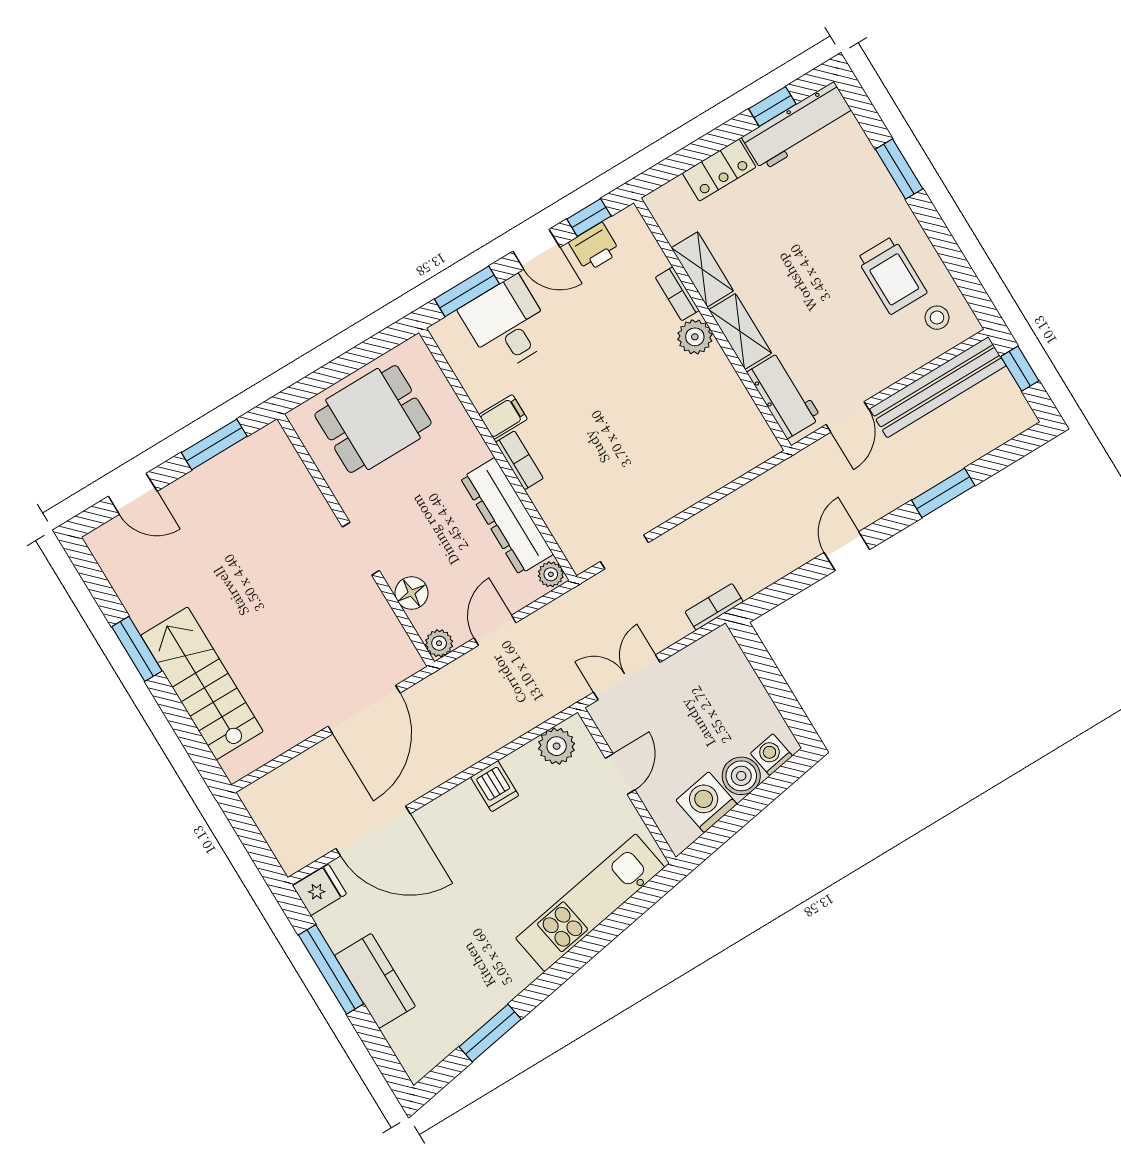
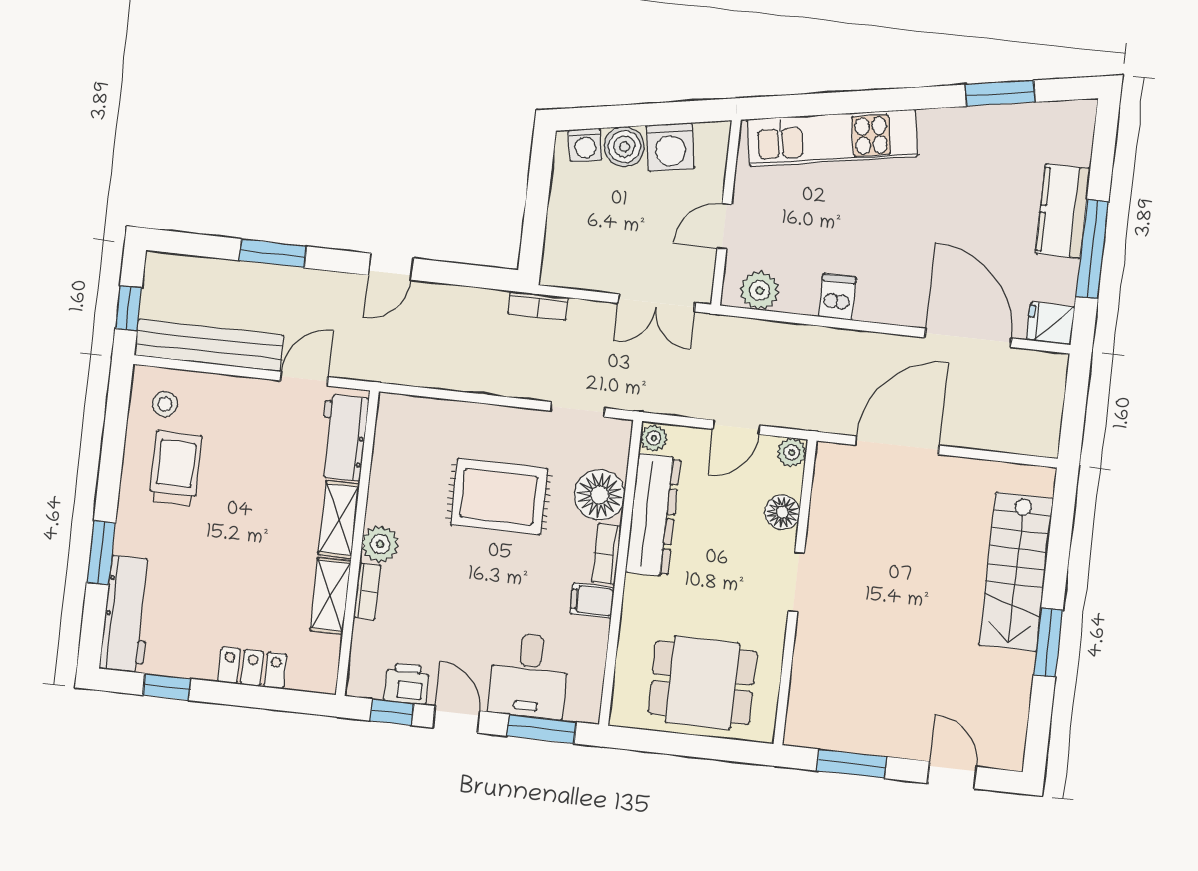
workbench: (798, 127) -> (127, 614), moved, turned 90
rug: (633, 441) -> (499, 497), added
floor lamp: (558, 500) -> (600, 495), added

